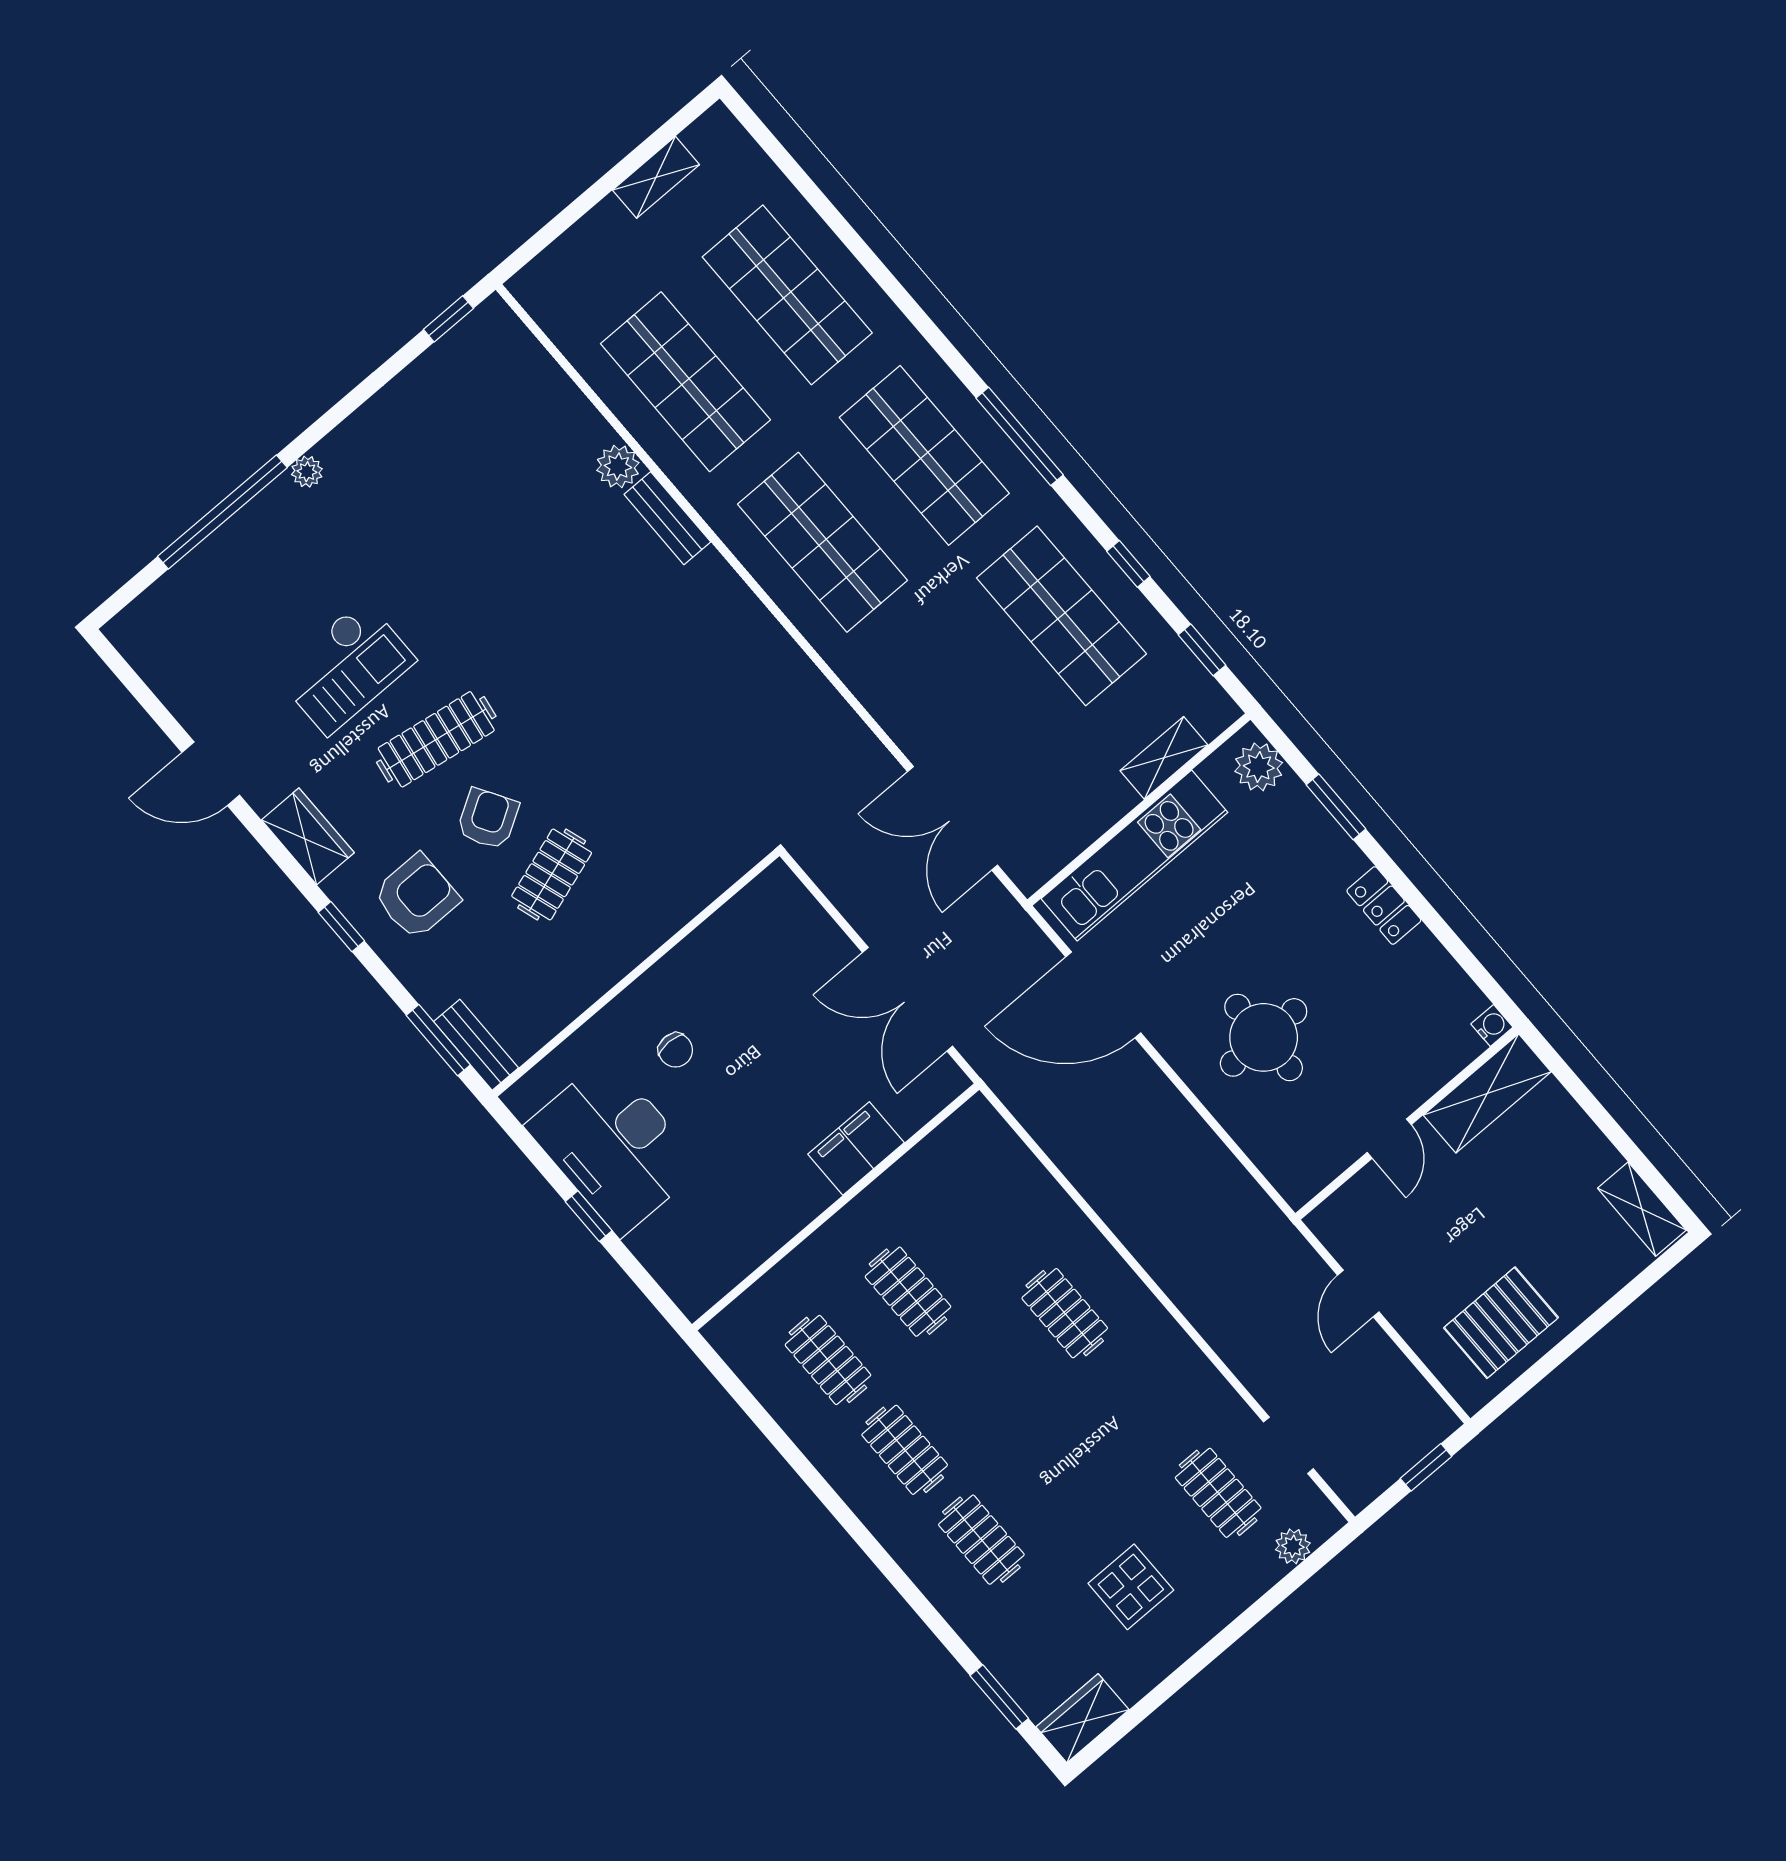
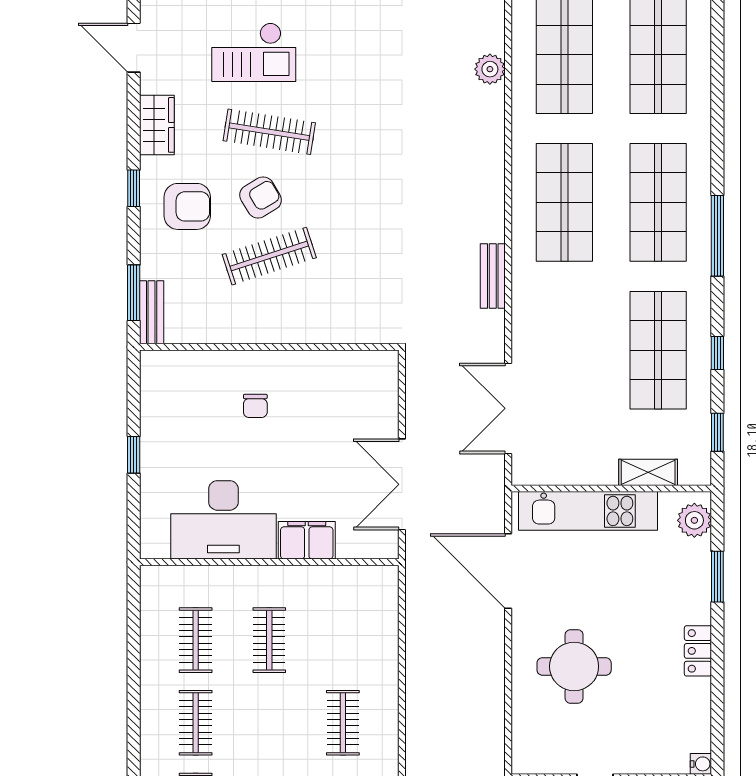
bench: (667, 518) -> (493, 276), moved
clothes rail: (552, 874) -> (269, 256), width x1.36
desk: (614, 1146) -> (223, 520), moved, turned -90

